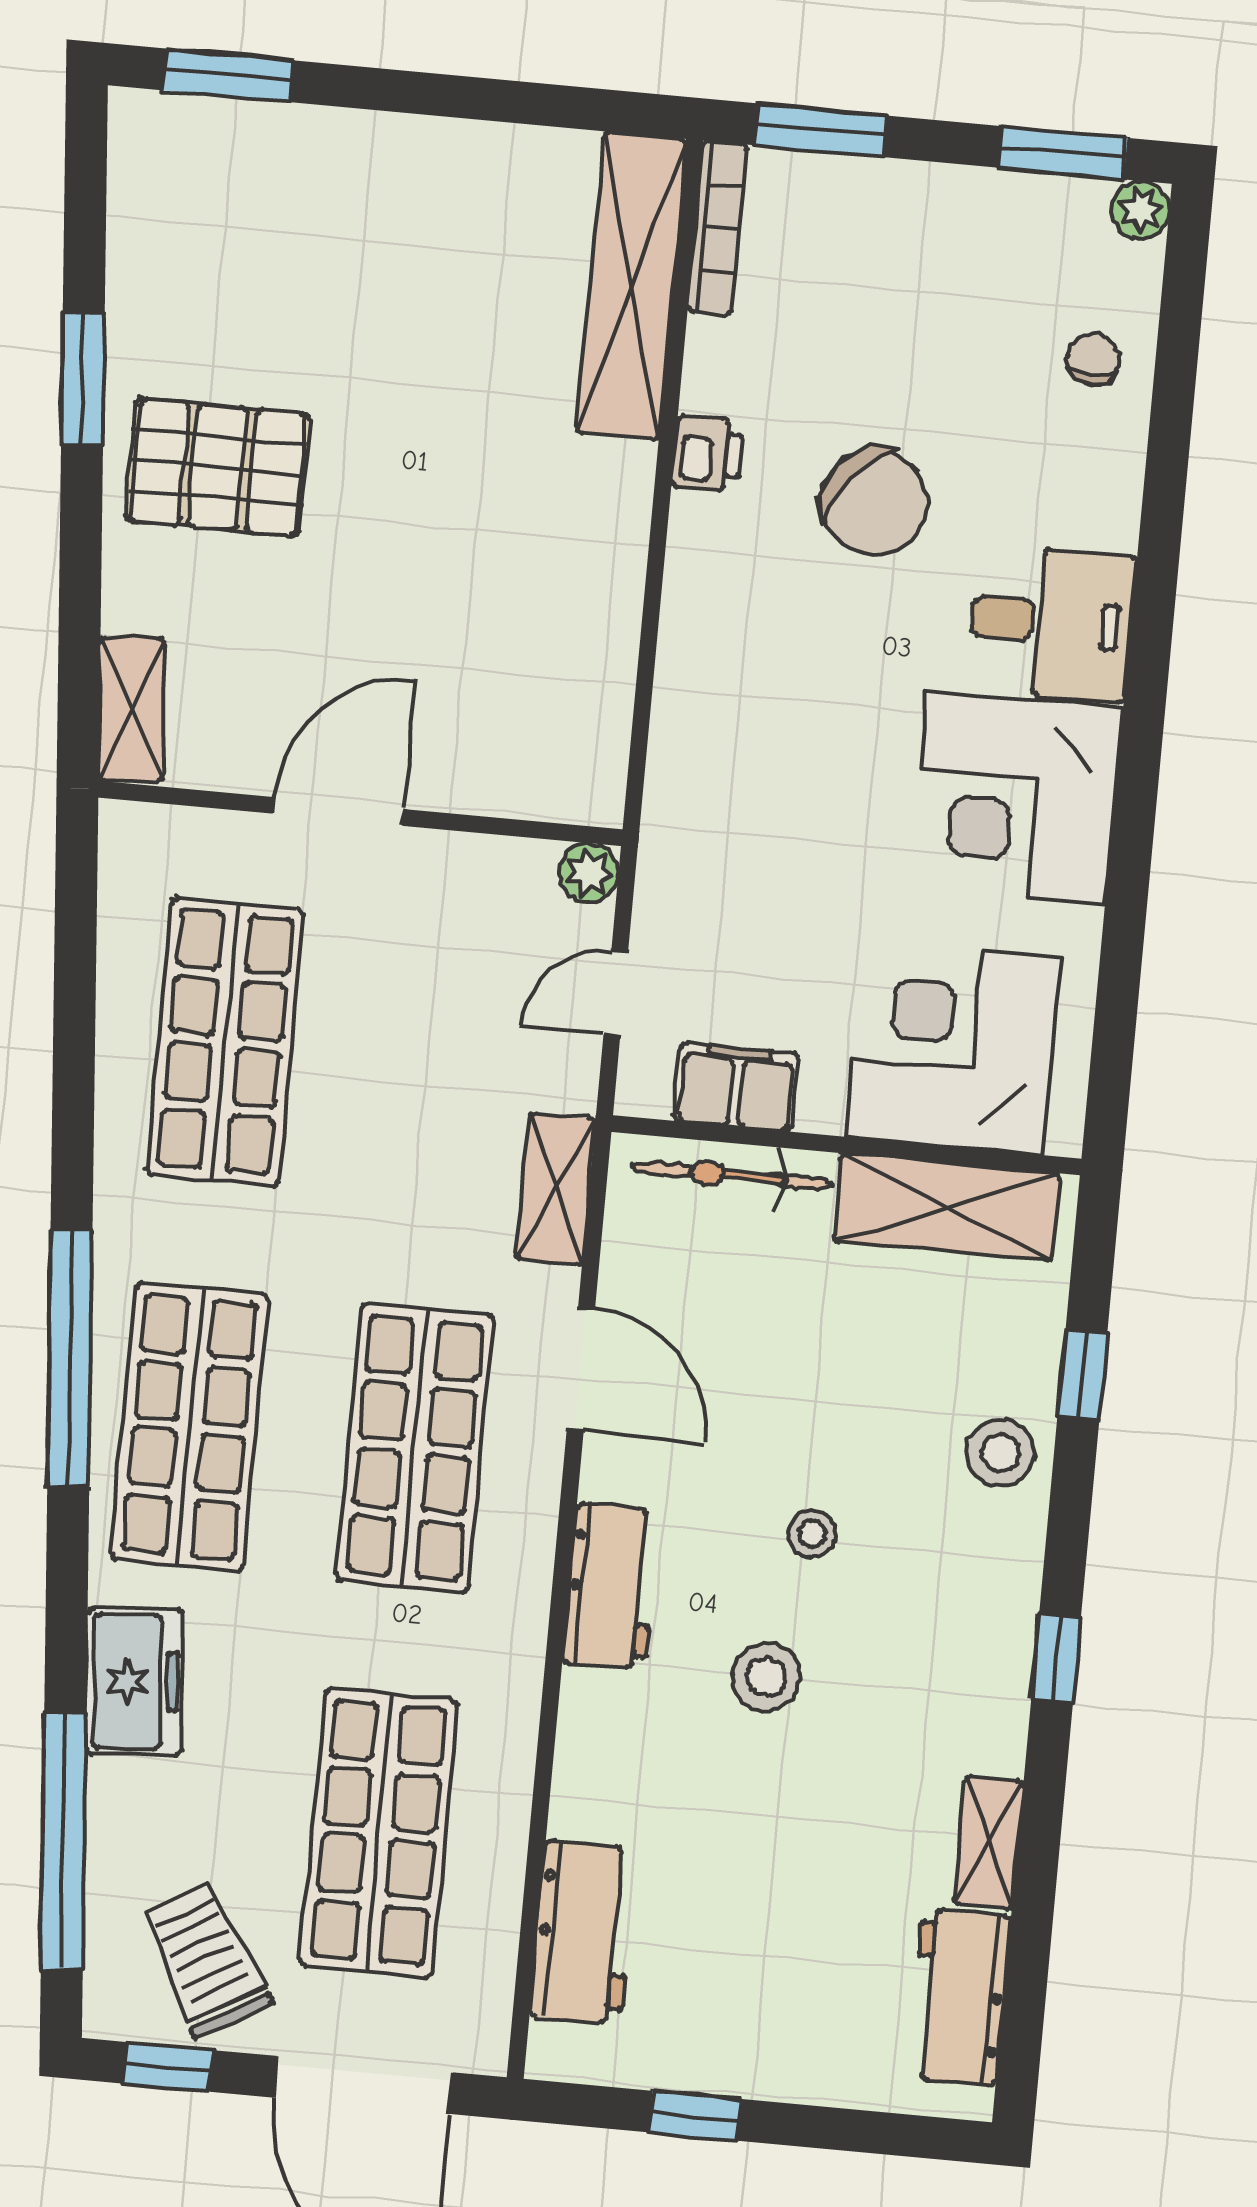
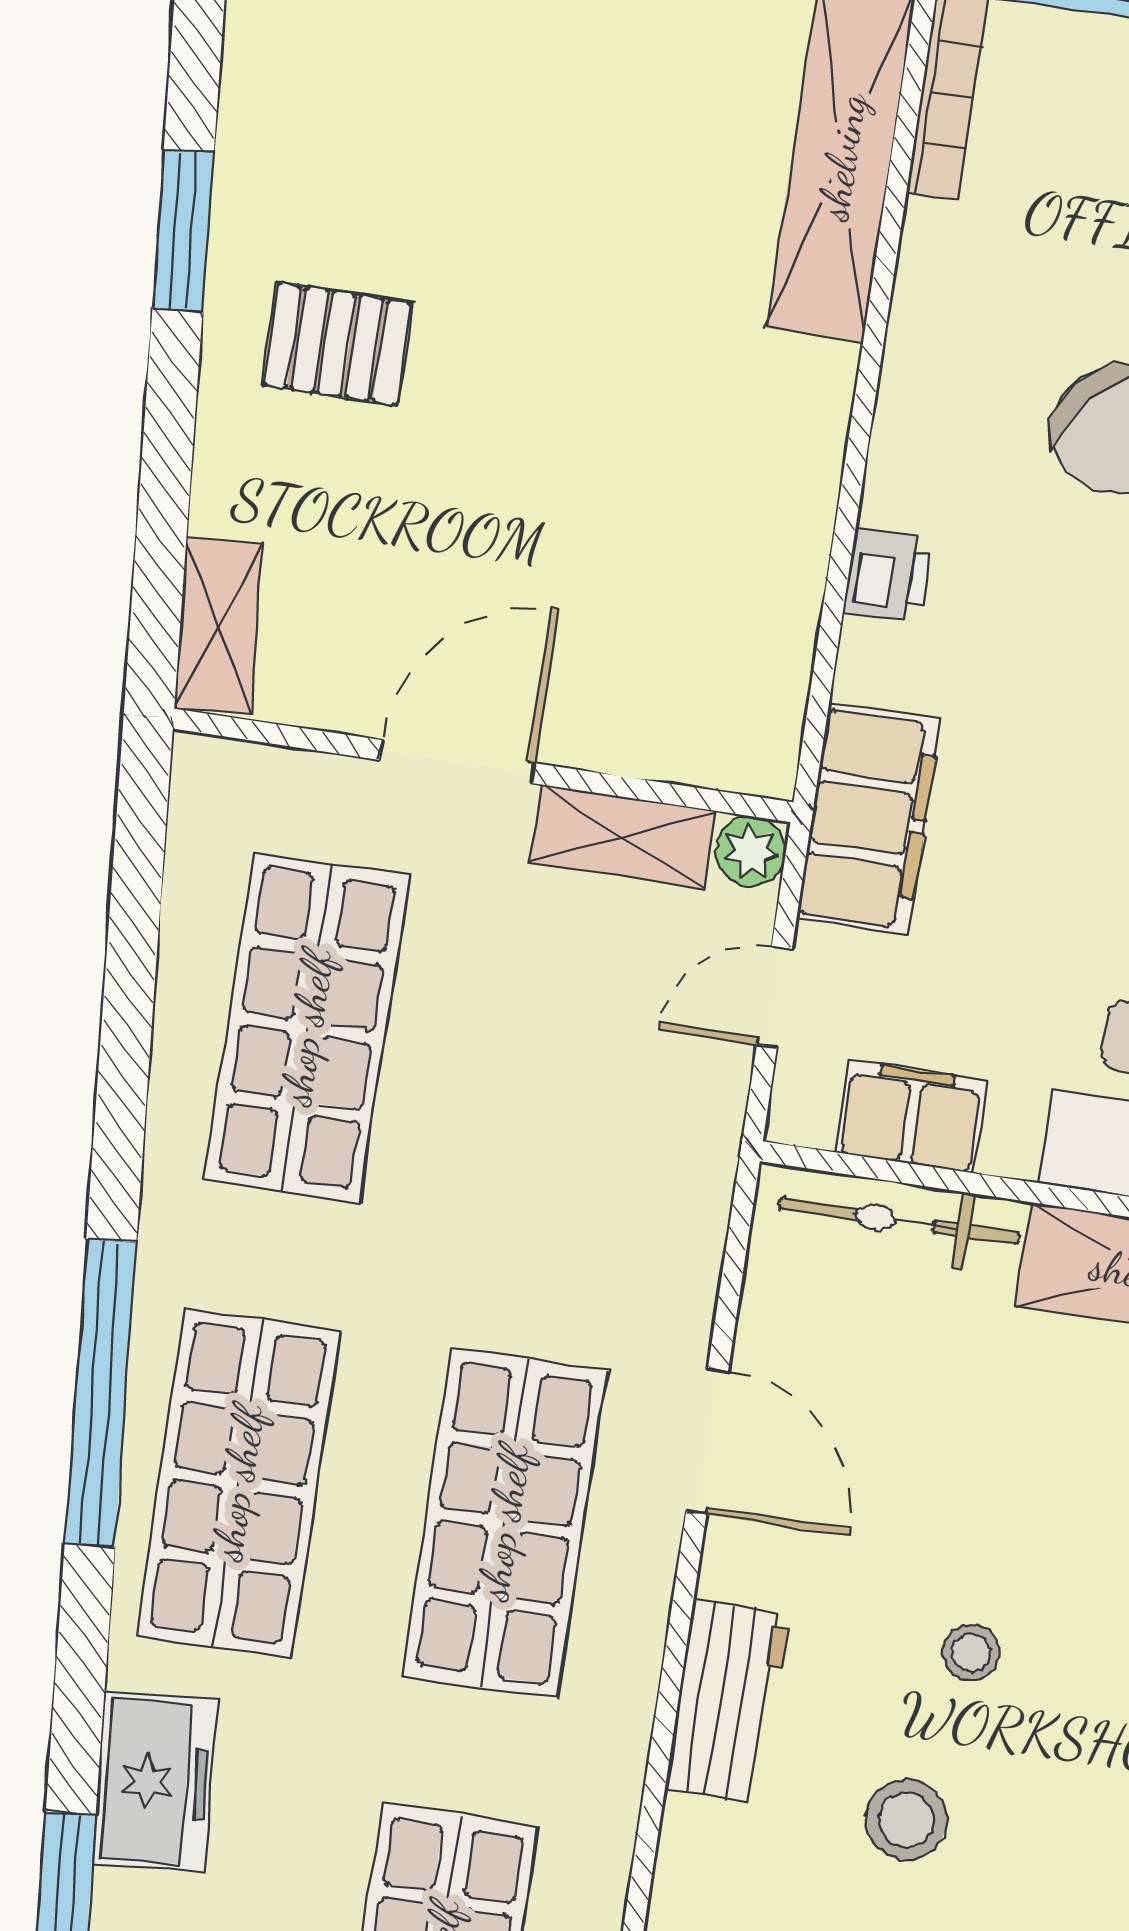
printer: (707, 453) -> (888, 575), moved
pallet: (218, 467) -> (337, 344), width x0.67, depth x0.71
filing cabinet: (686, 840) -> (869, 819), added
shelving: (556, 1189) -> (622, 837), moved, turned 90

